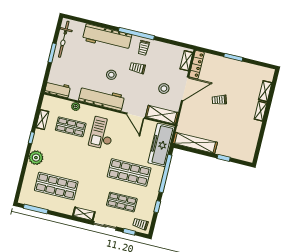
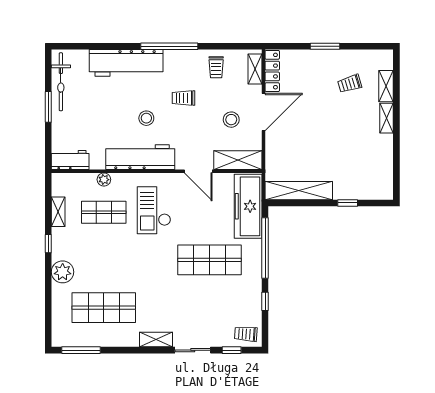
trolley: (144, 48) -> (216, 67), moved
trolley: (219, 100) -> (350, 84), moved
shop shelf: (122, 202) -> (209, 308), removed

